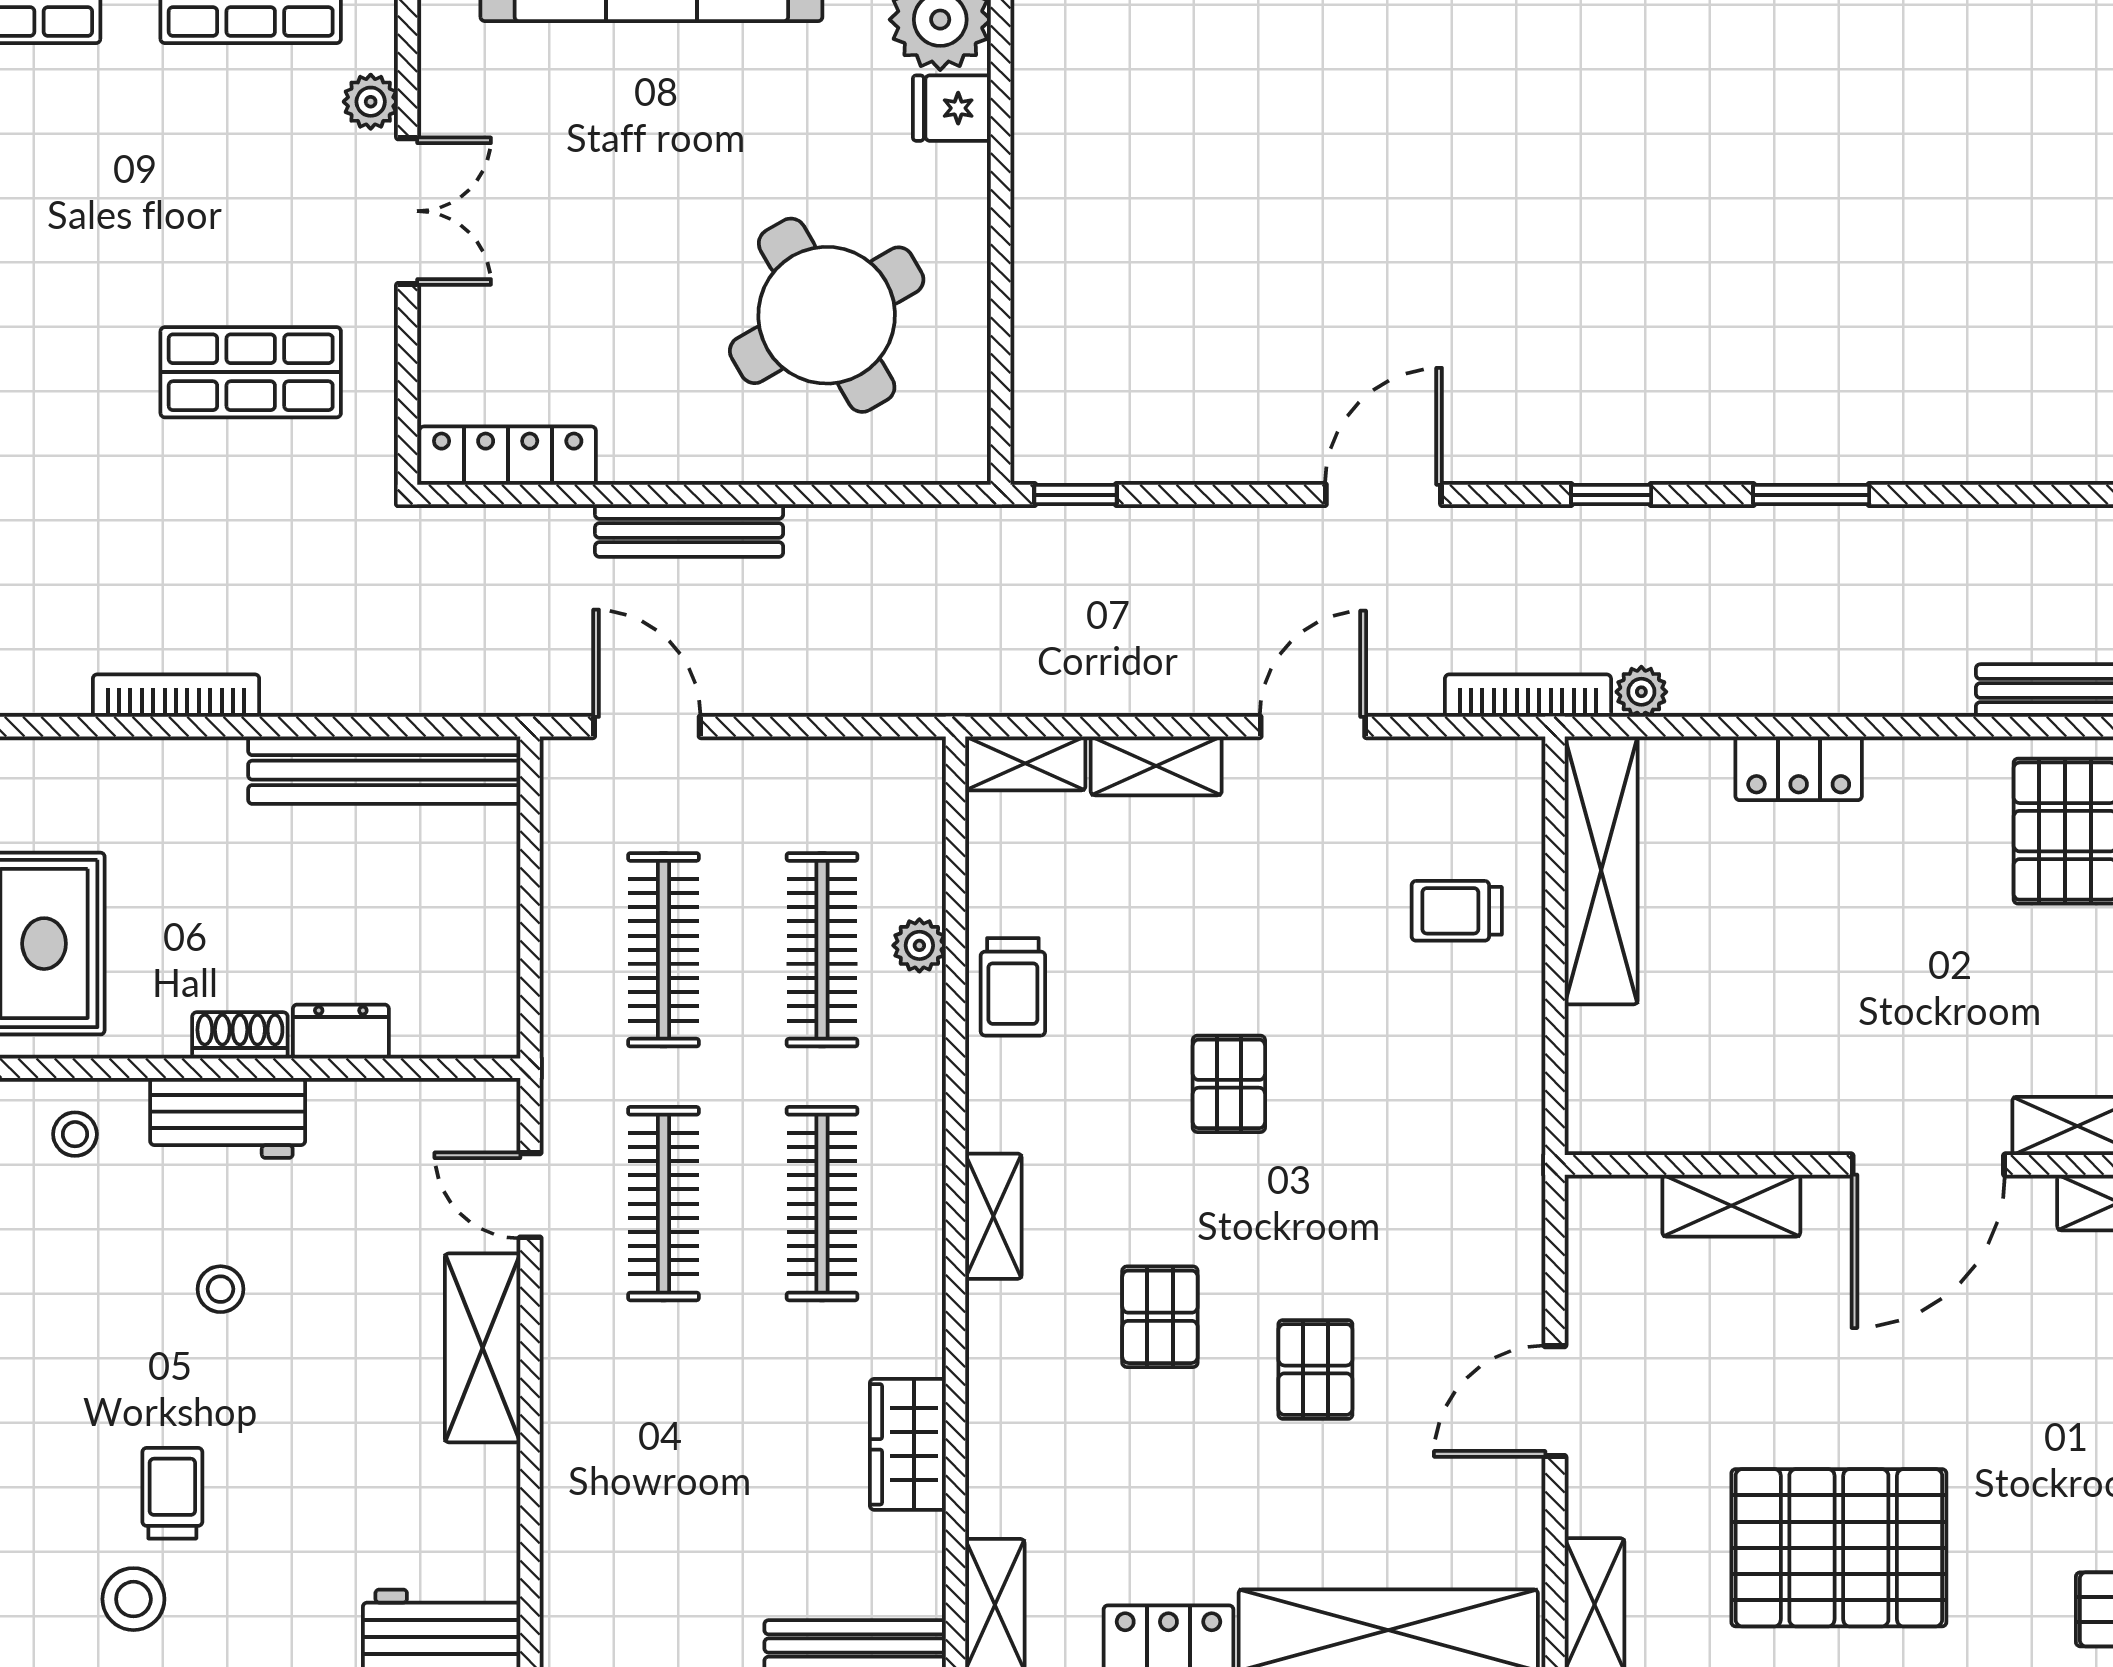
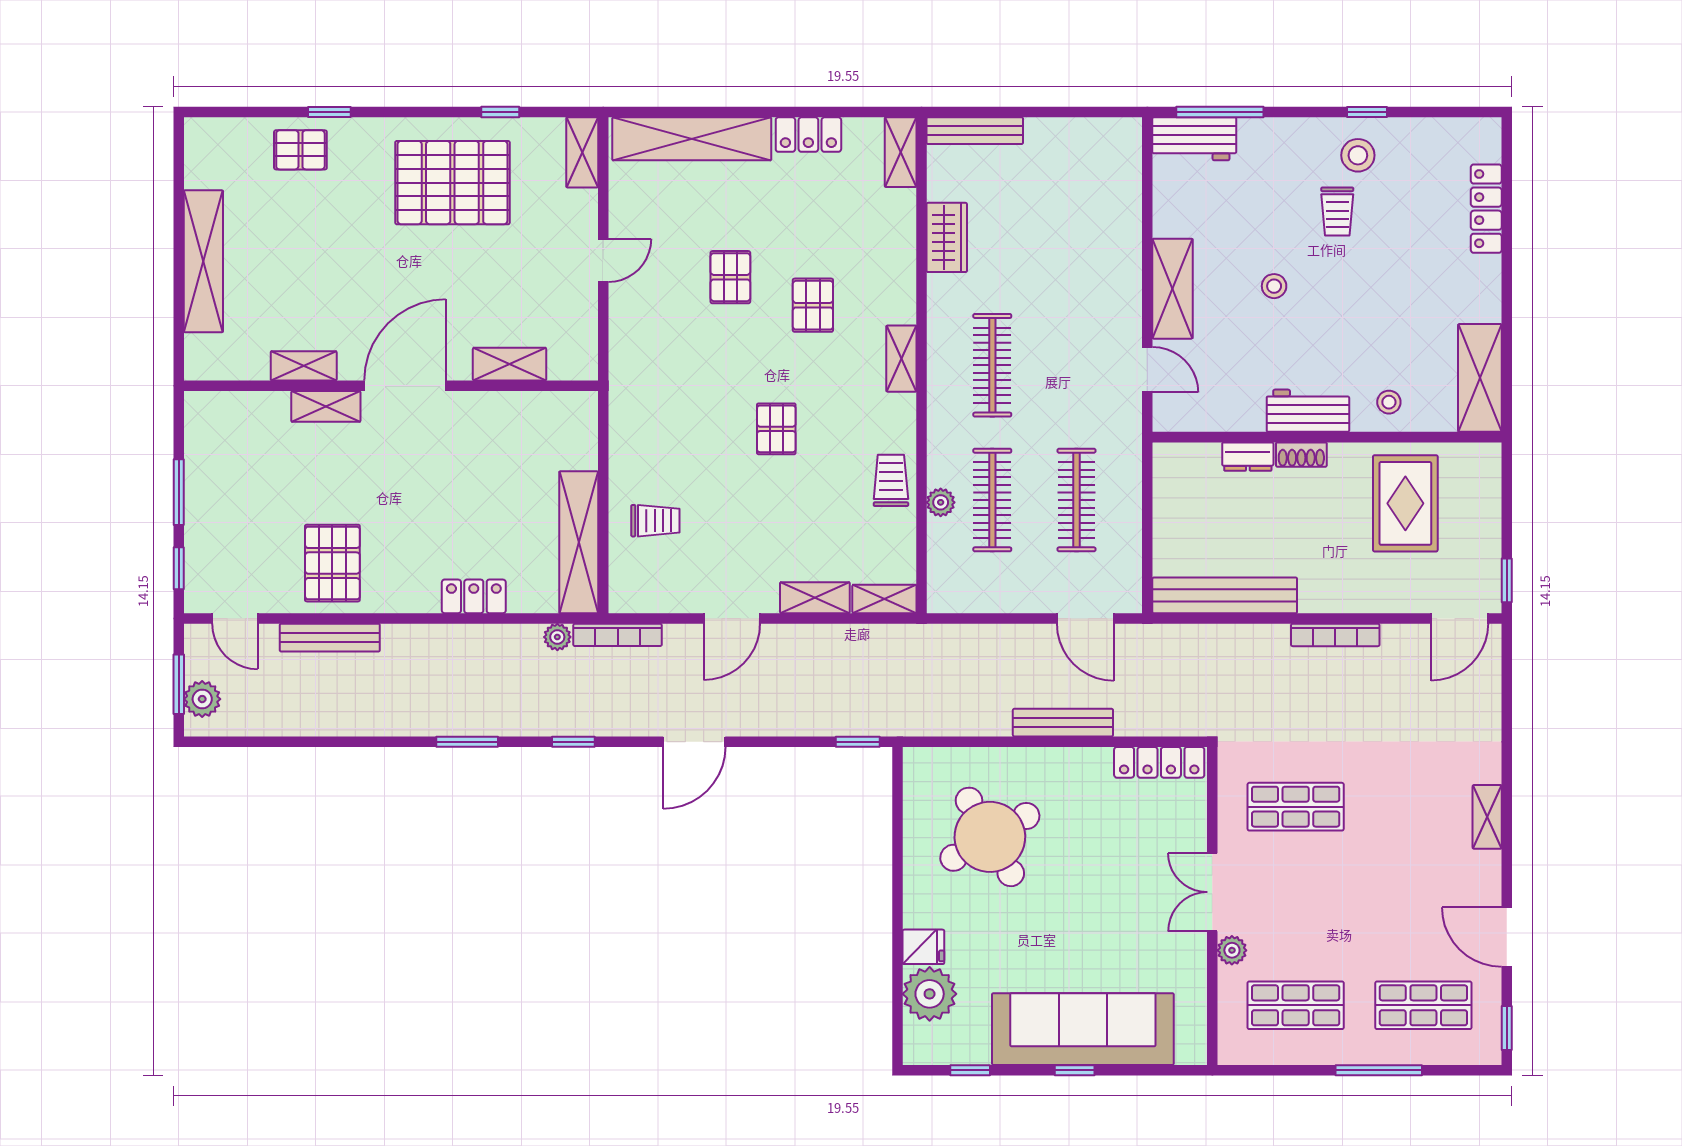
clothes rail: (663, 1204) -> (1076, 365), removed
stool: (221, 1289) -> (1274, 286), moved
door: (1555, 1401) -> (603, 260), width x0.73

